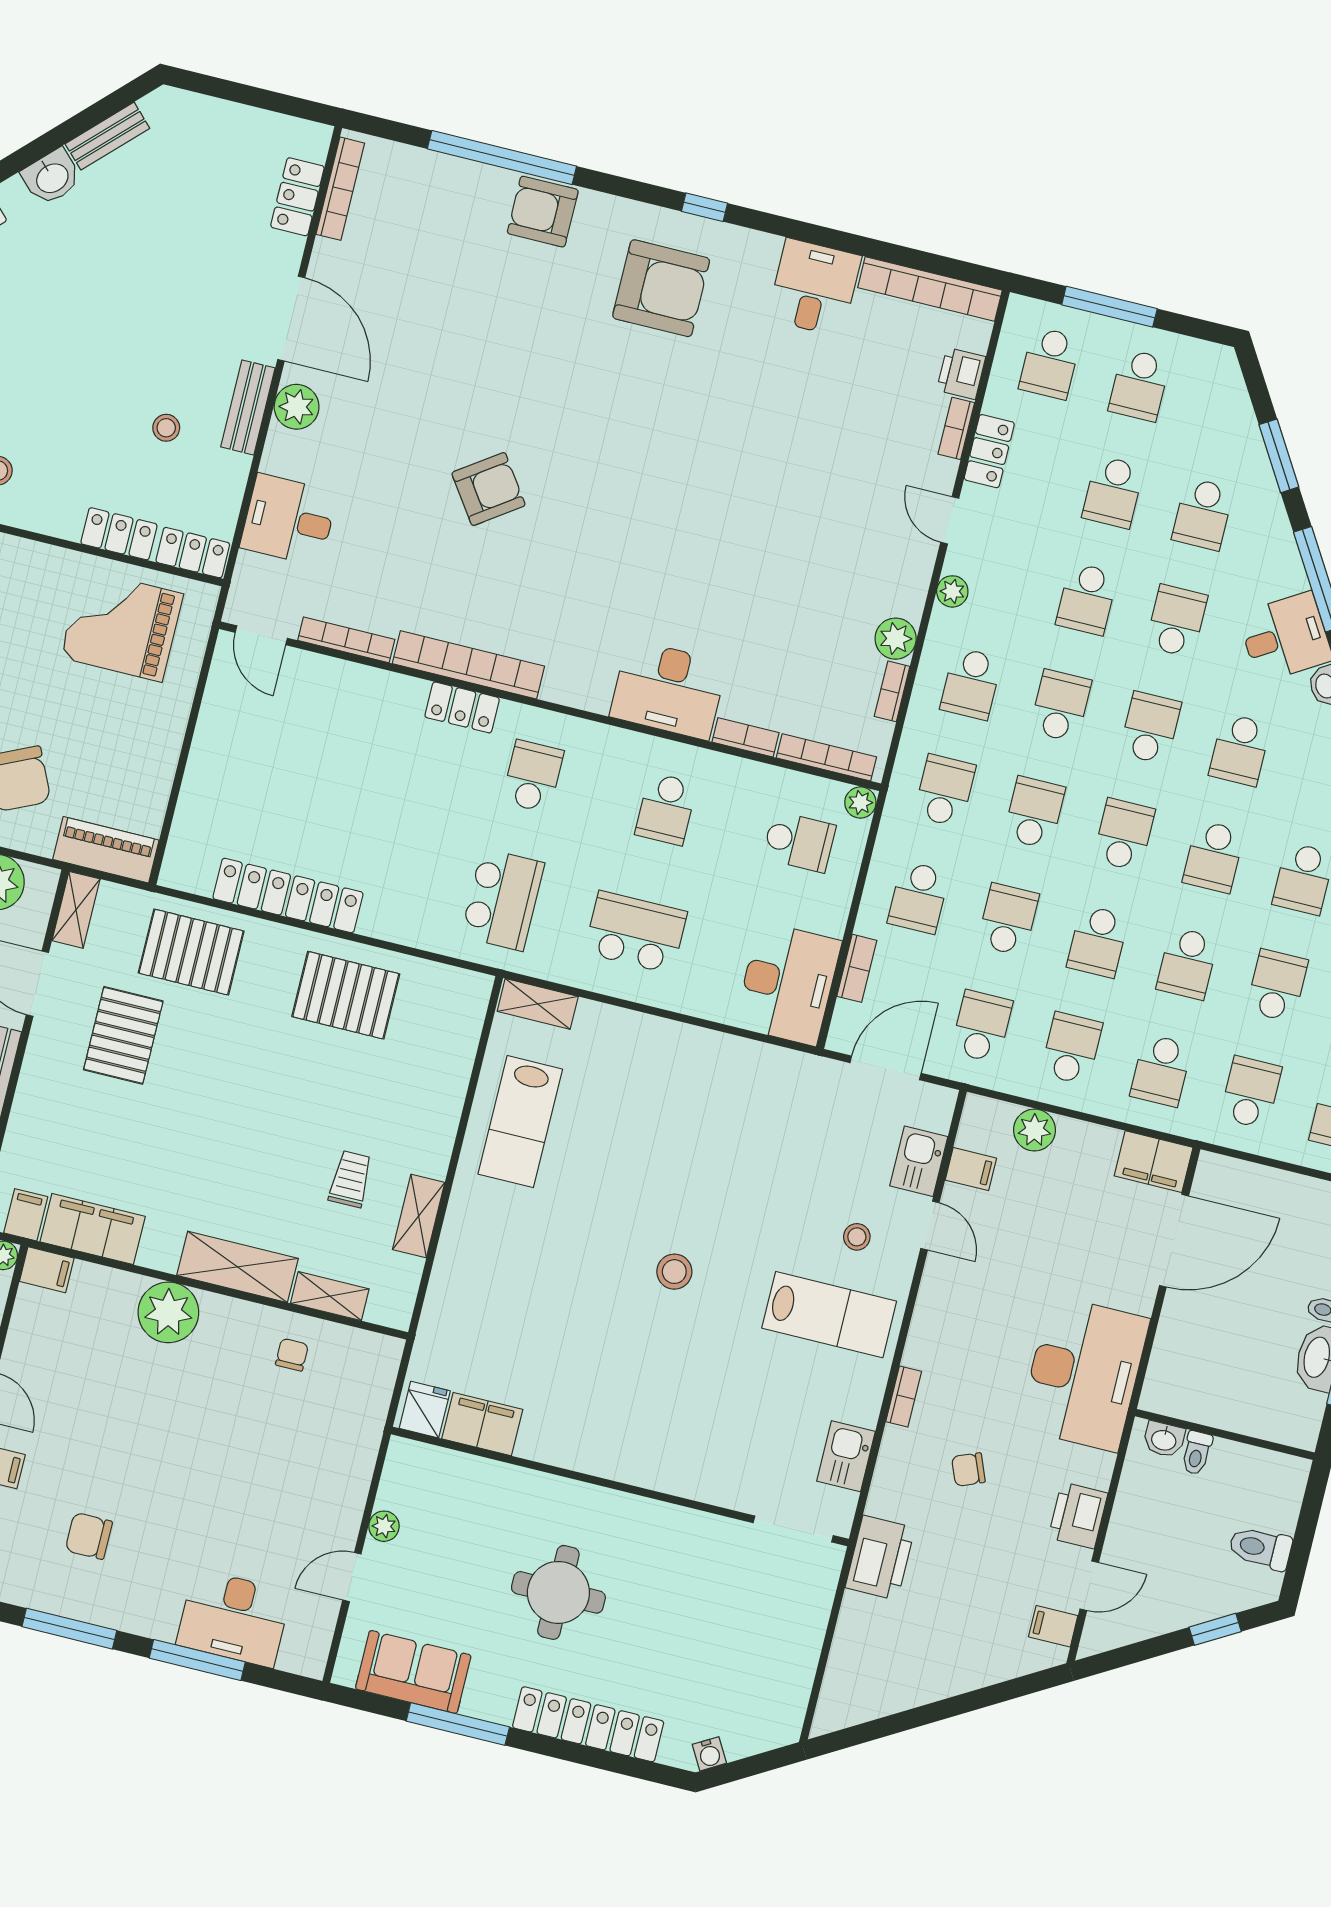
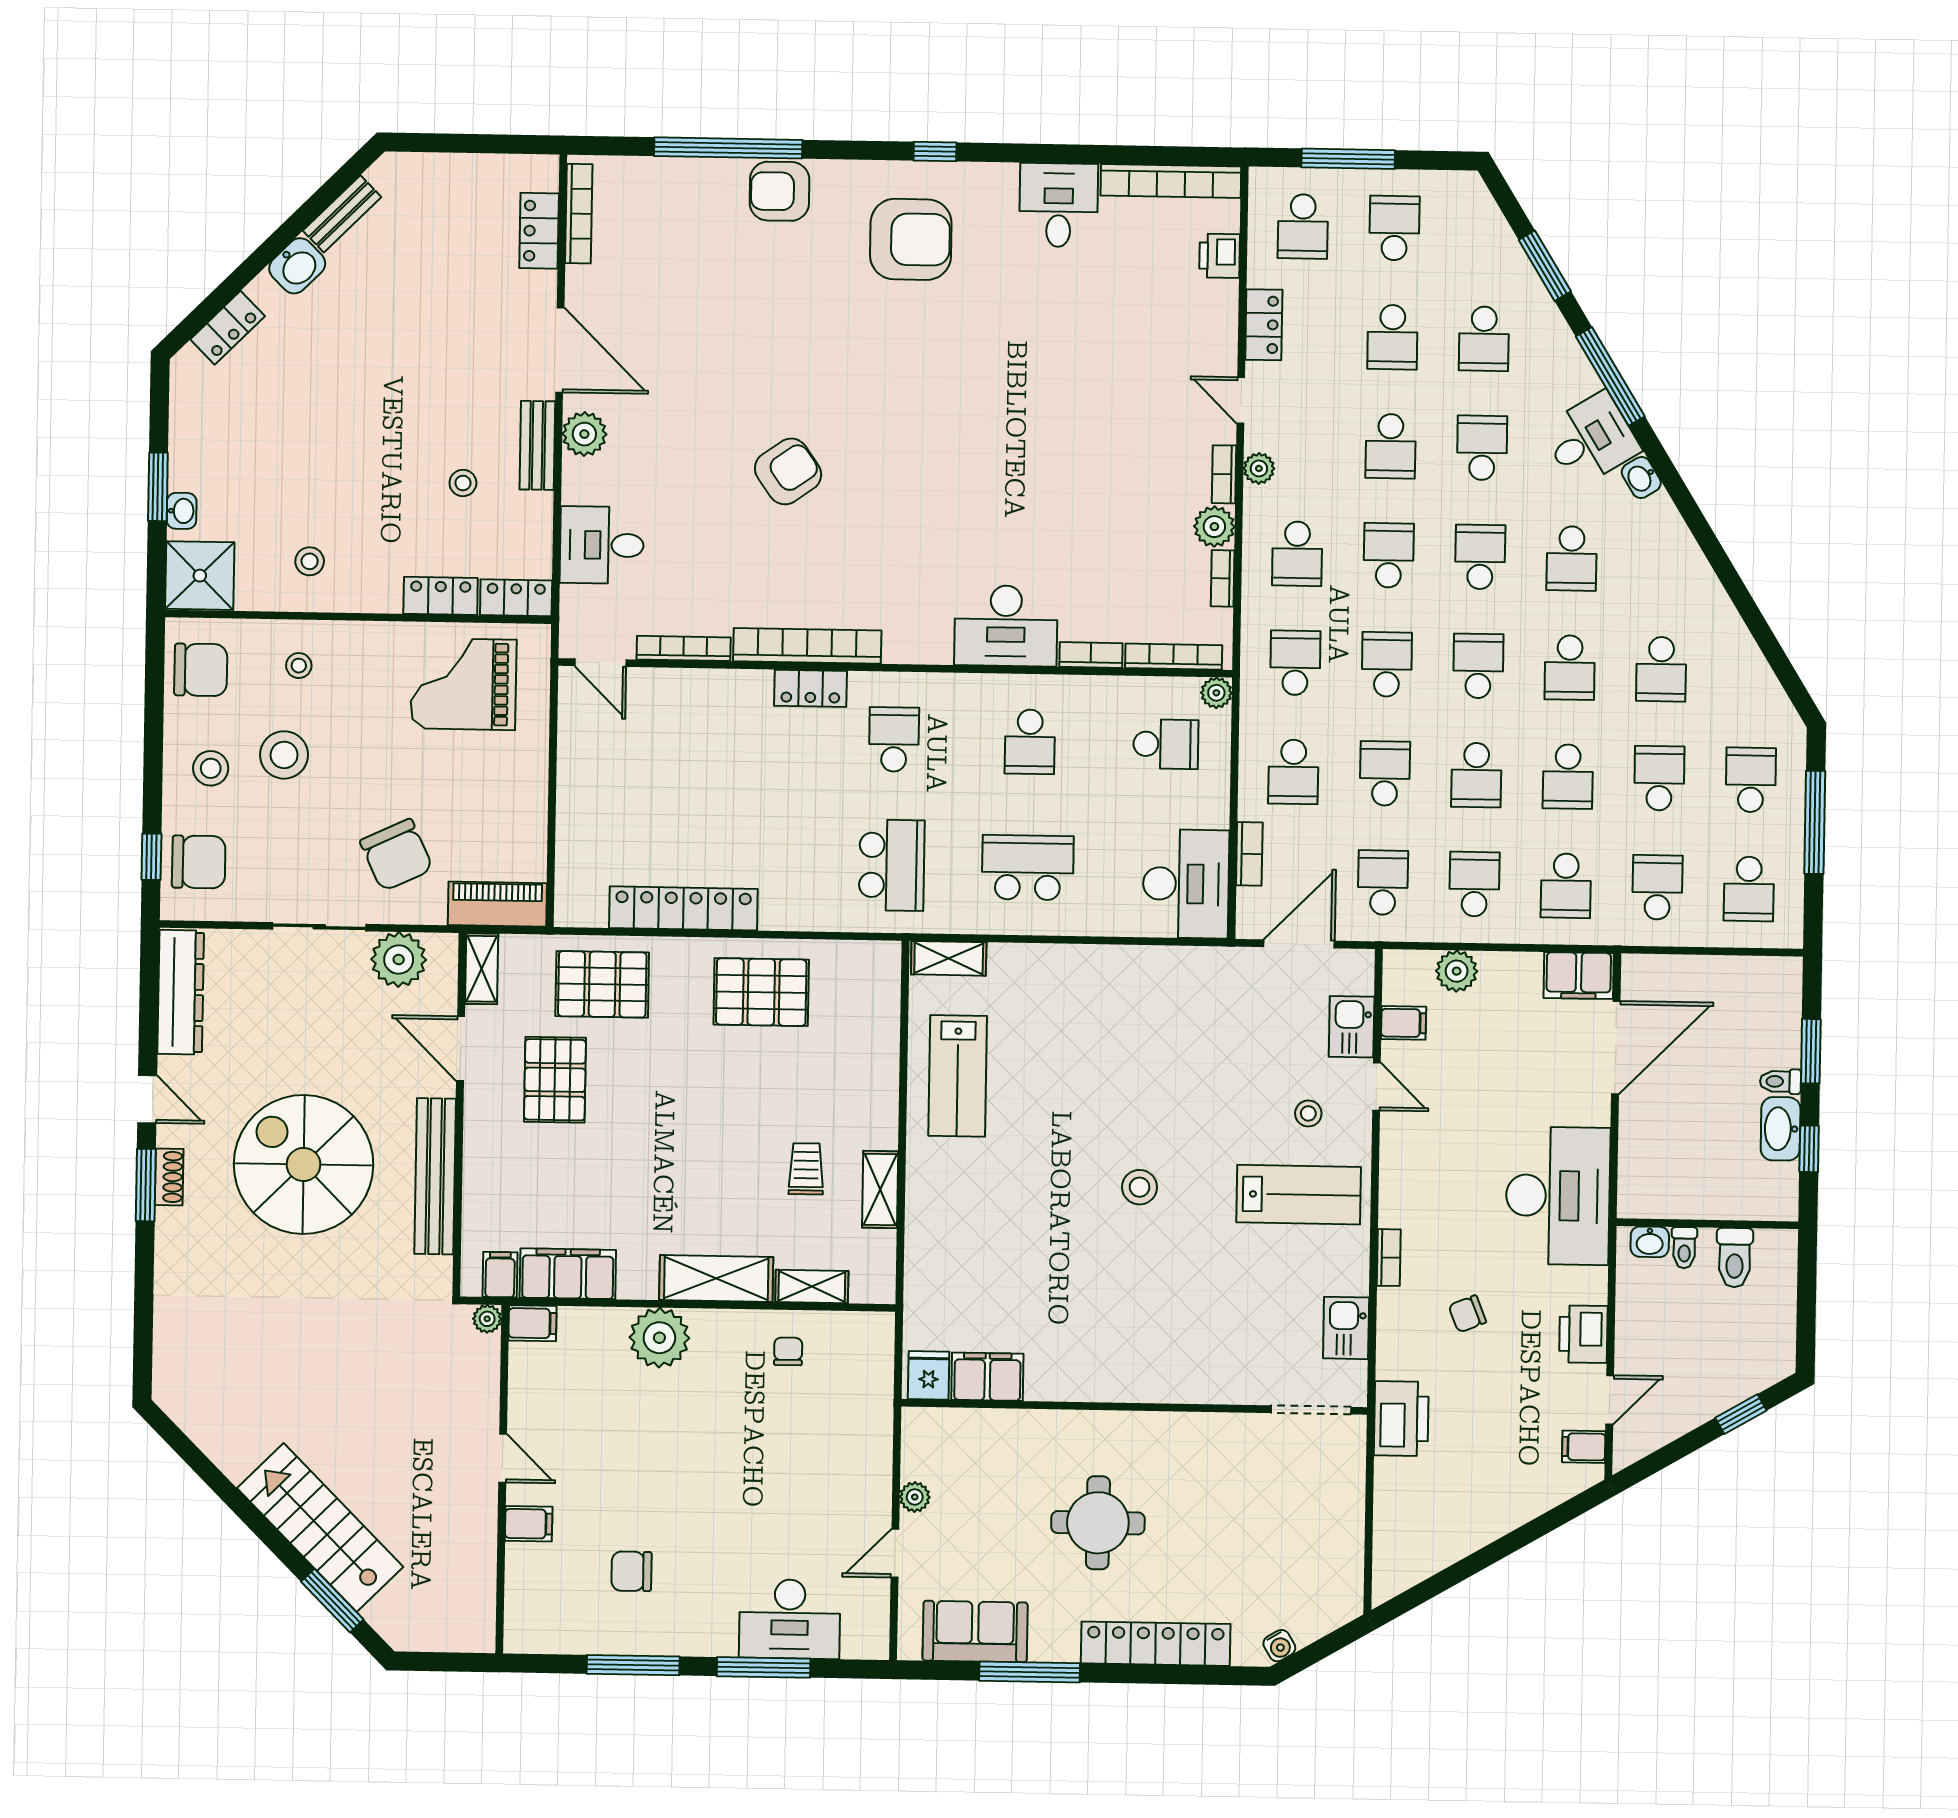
school desk: (1139, 385) -> (1394, 228), turned 180
bookcase: (956, 428) -> (1224, 474), moved
toilet: (1260, 1548) -> (1735, 1258), moved, turned -90

